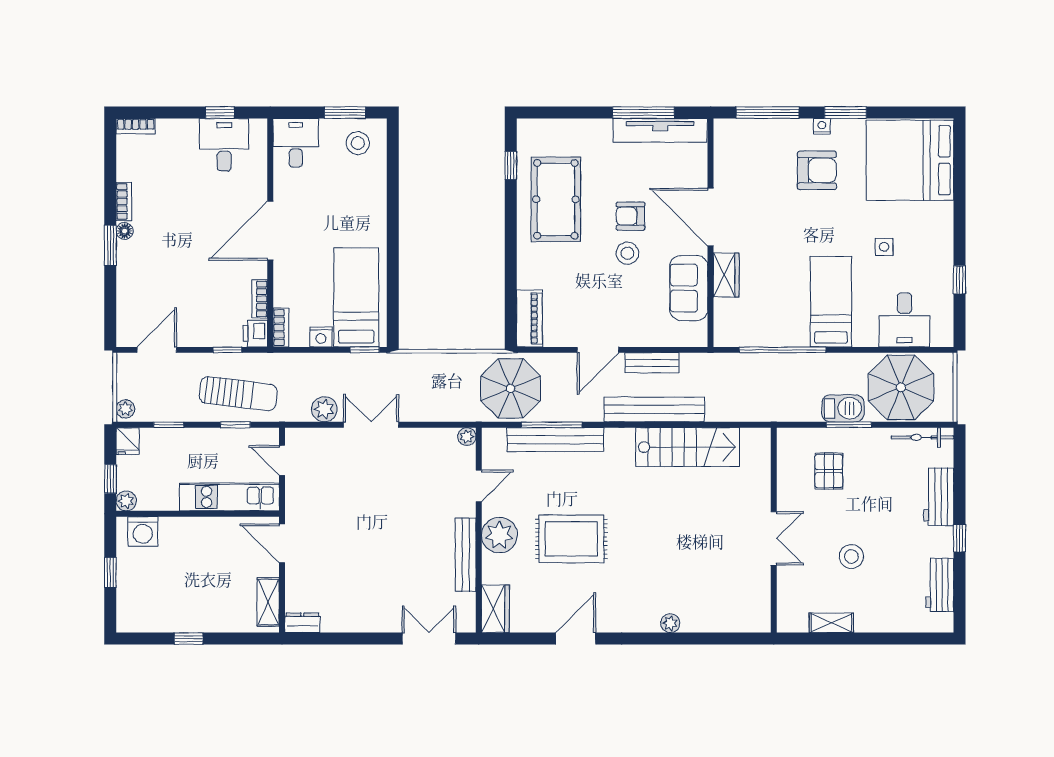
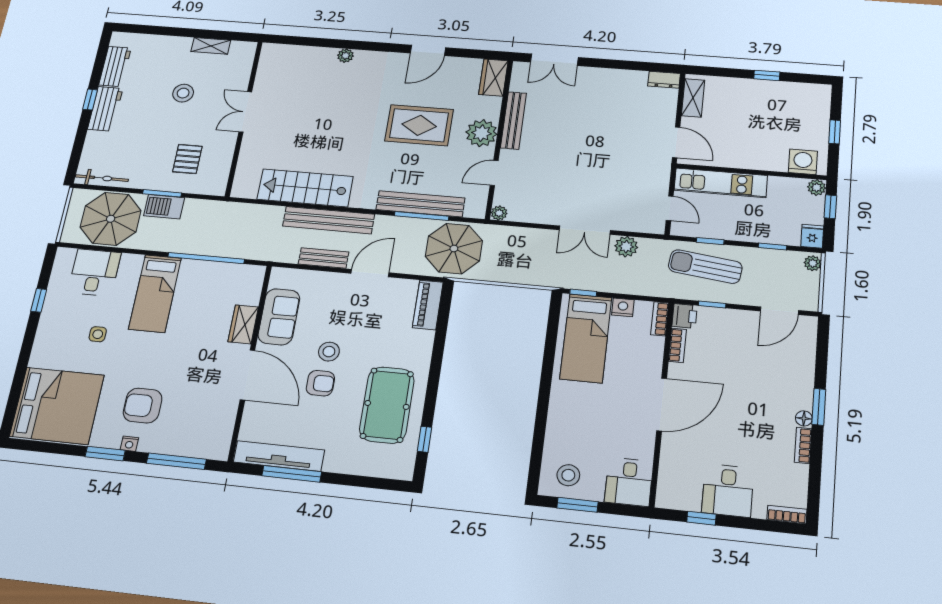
desk: (224, 145) -> (728, 491), moved
workbench: (939, 497) -> (105, 109), moved

